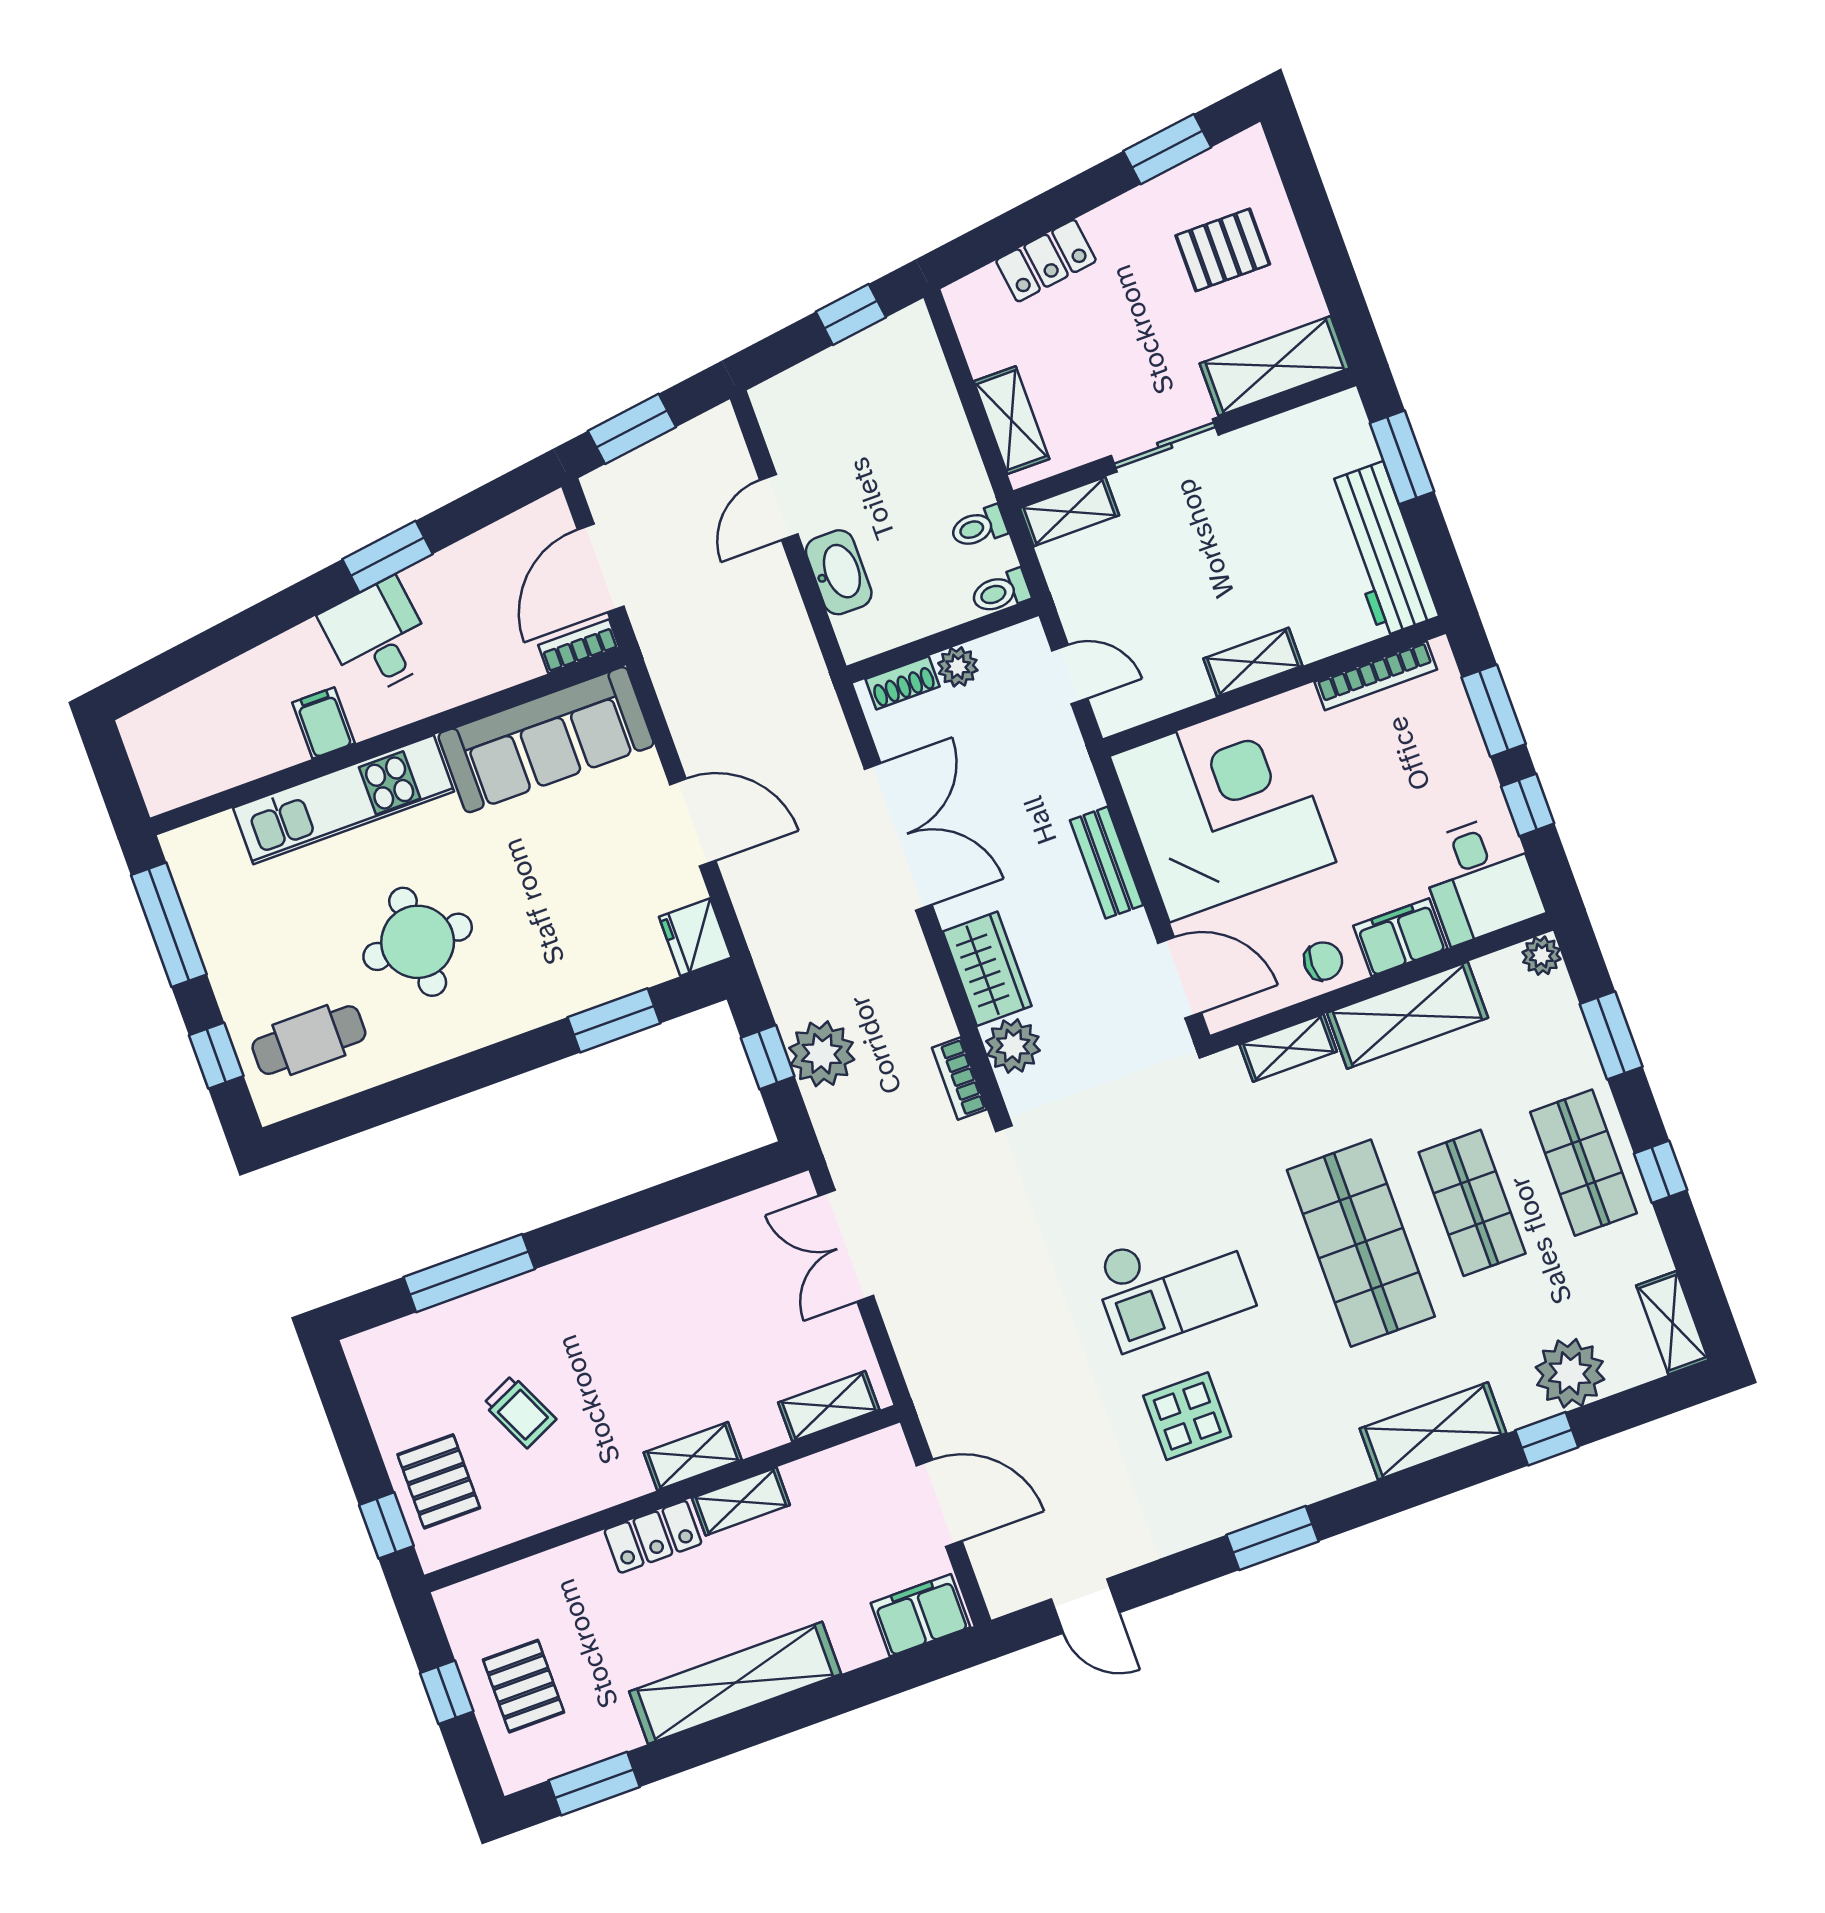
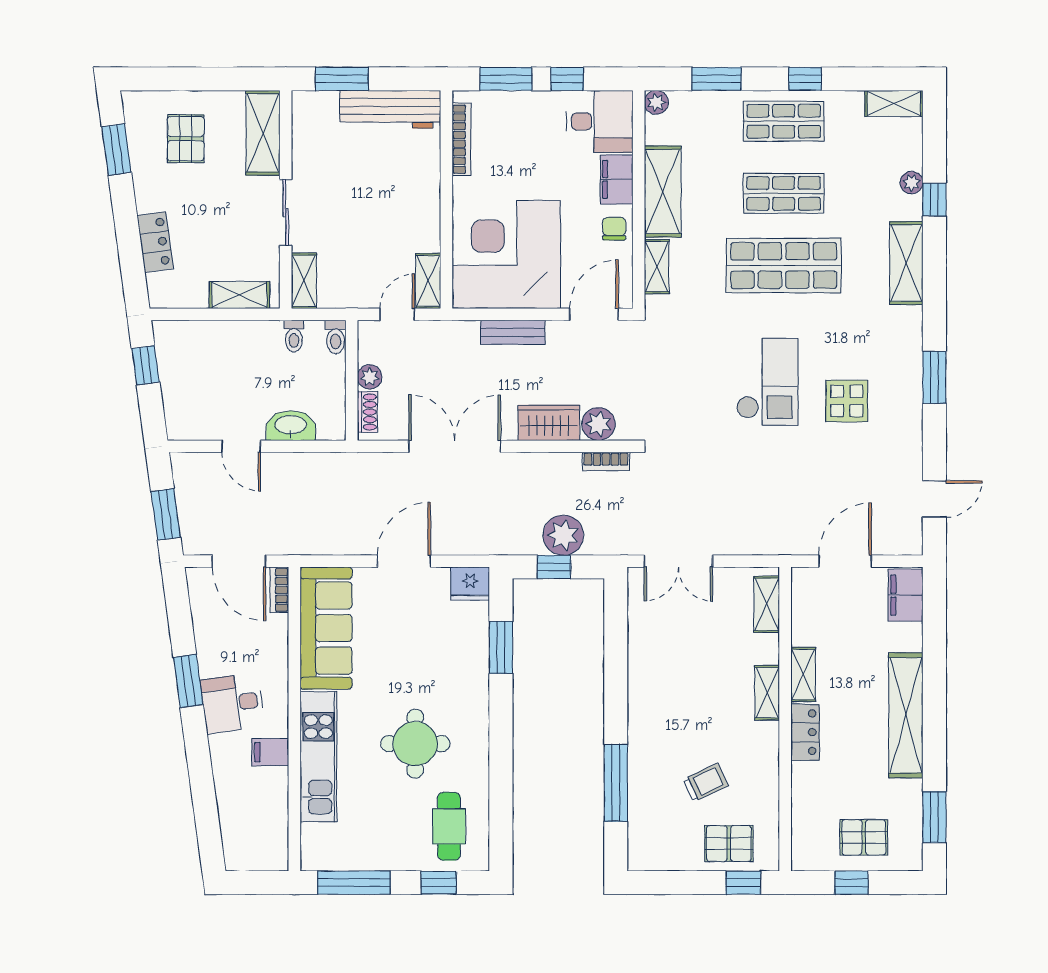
shelving: (1253, 662) -> (428, 281), moved
plant: (1570, 1373) -> (912, 183), width x0.53, depth x0.53

